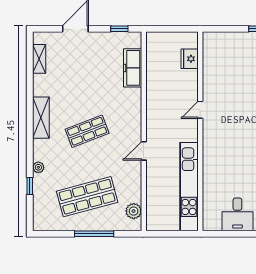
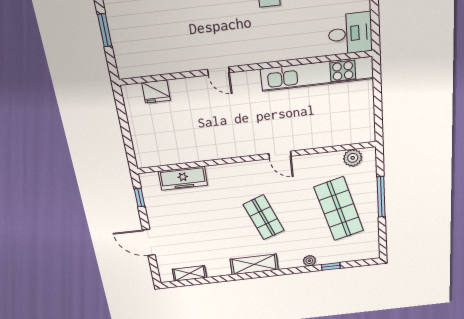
fridge: (190, 59) -> (156, 91), moved
door: (200, 110) -> (218, 71), moved
wall: (200, 131) -> (246, 68), moved
kitchen unit: (189, 187) -> (317, 74), moved

